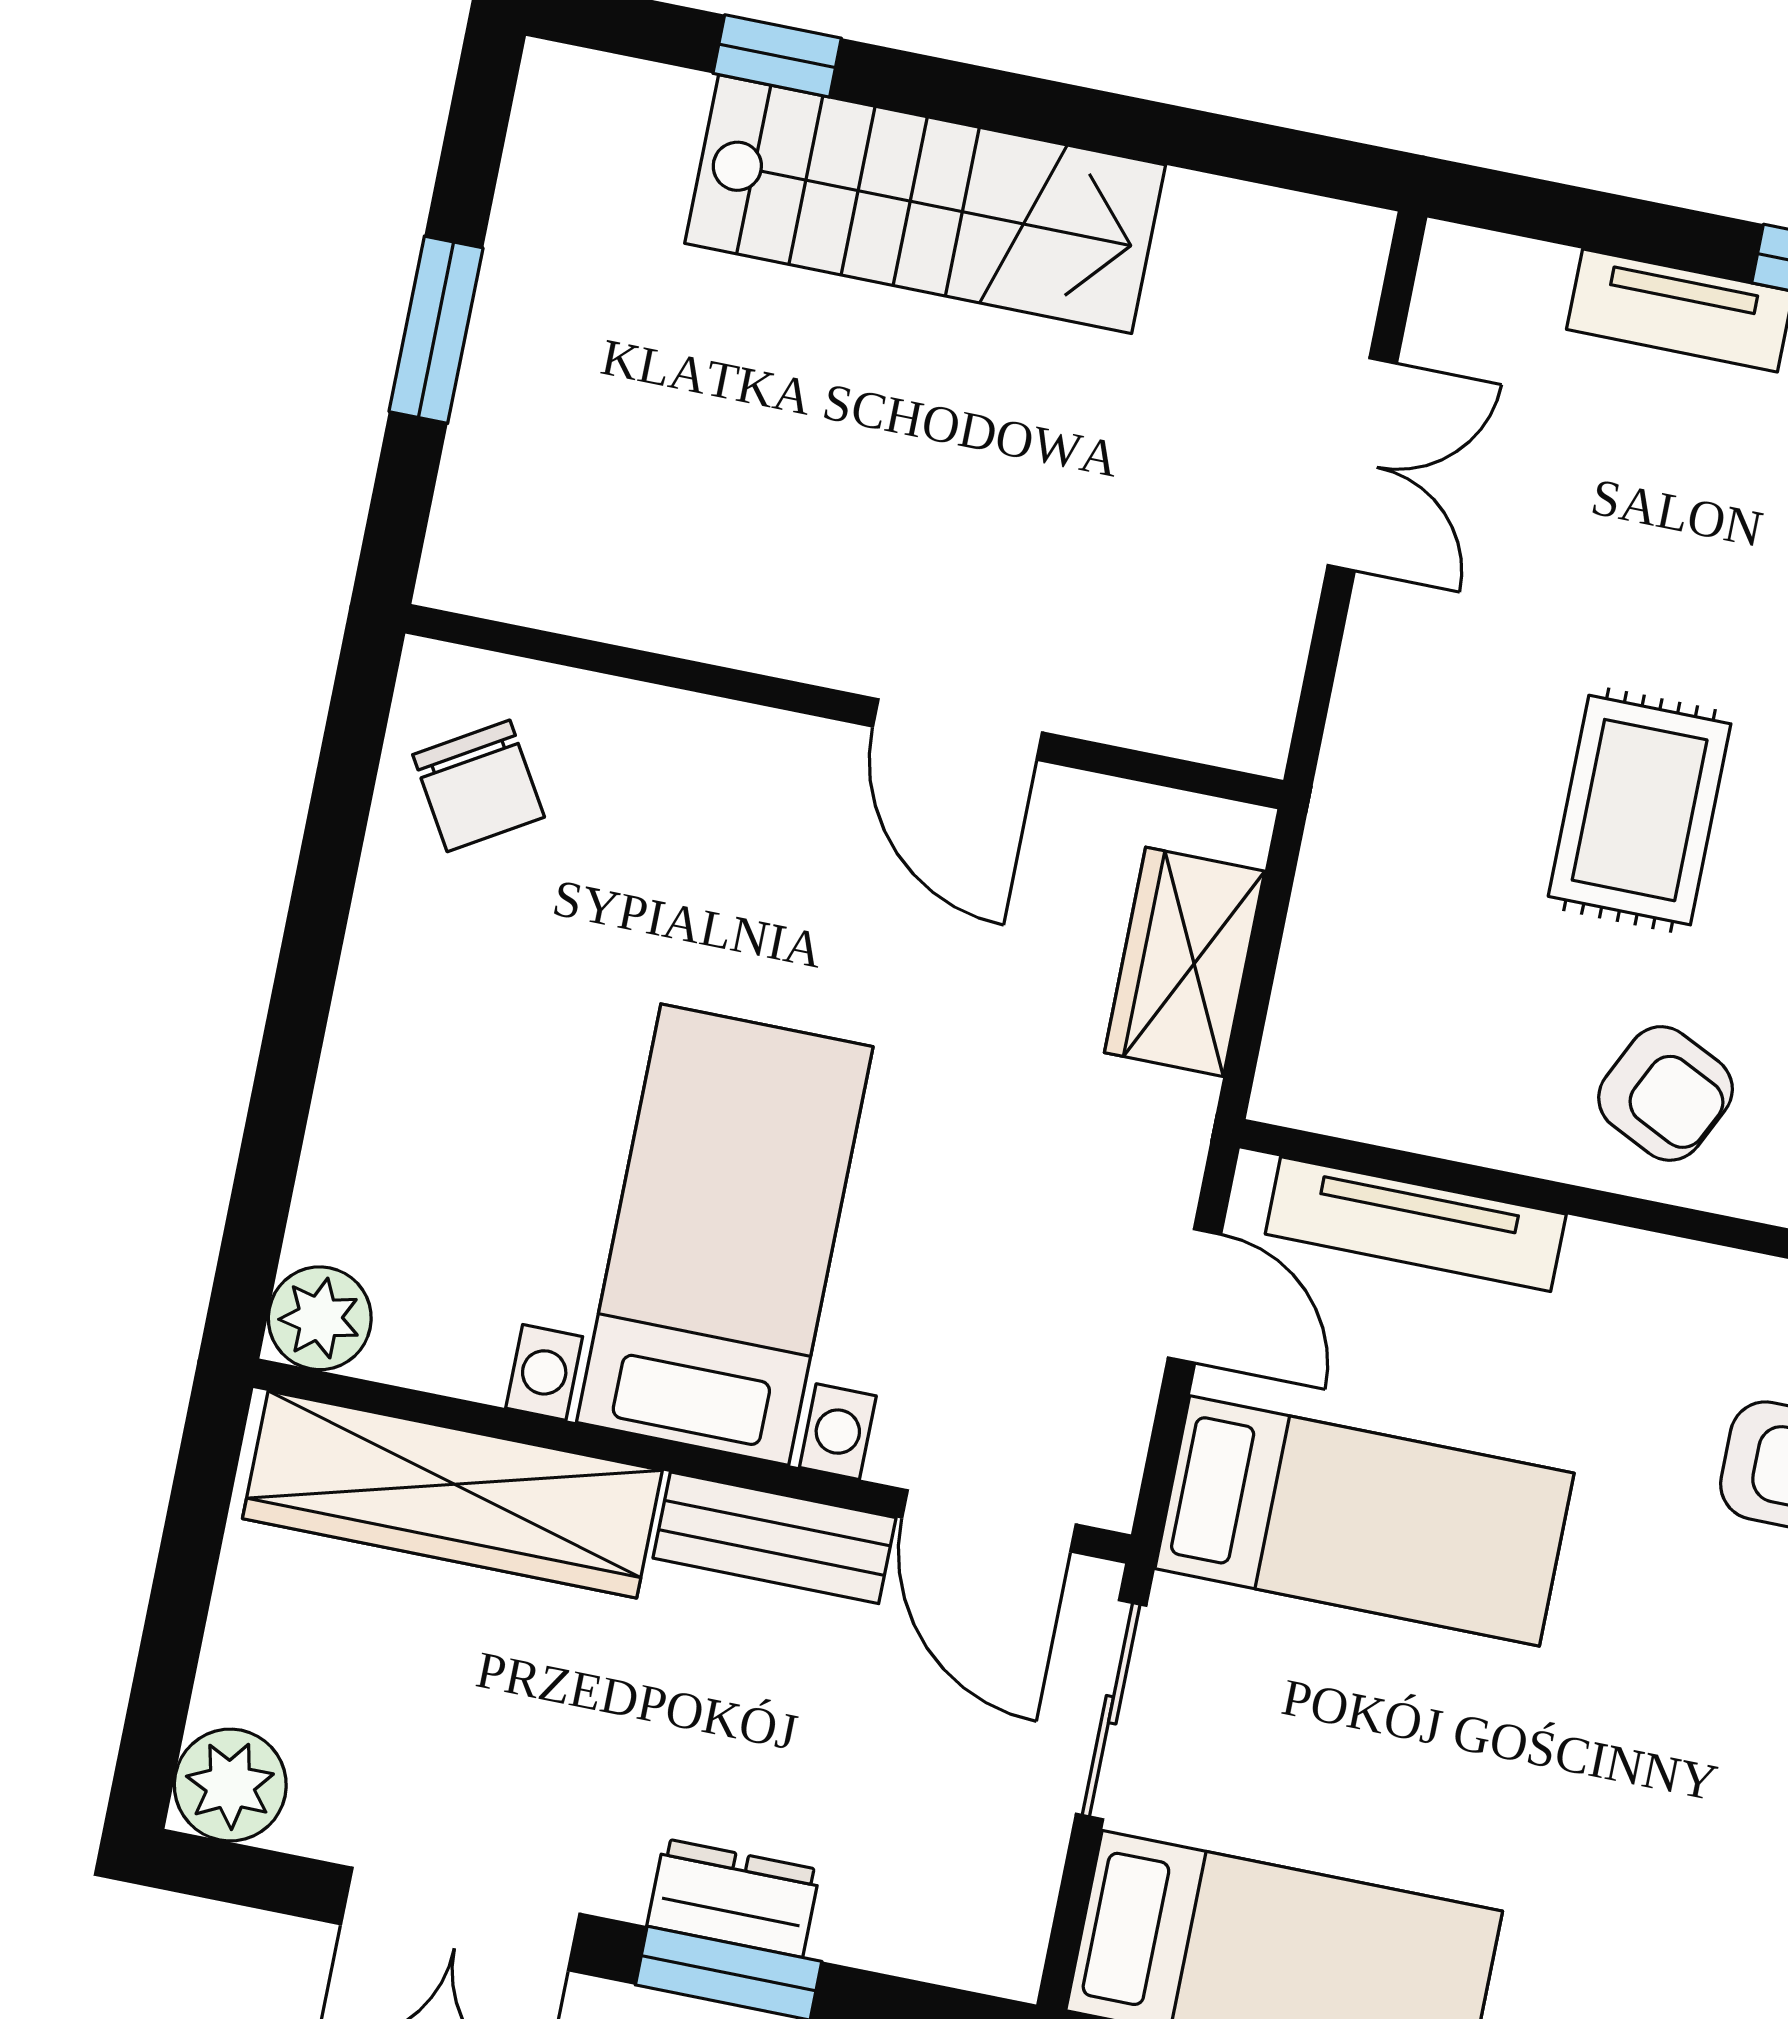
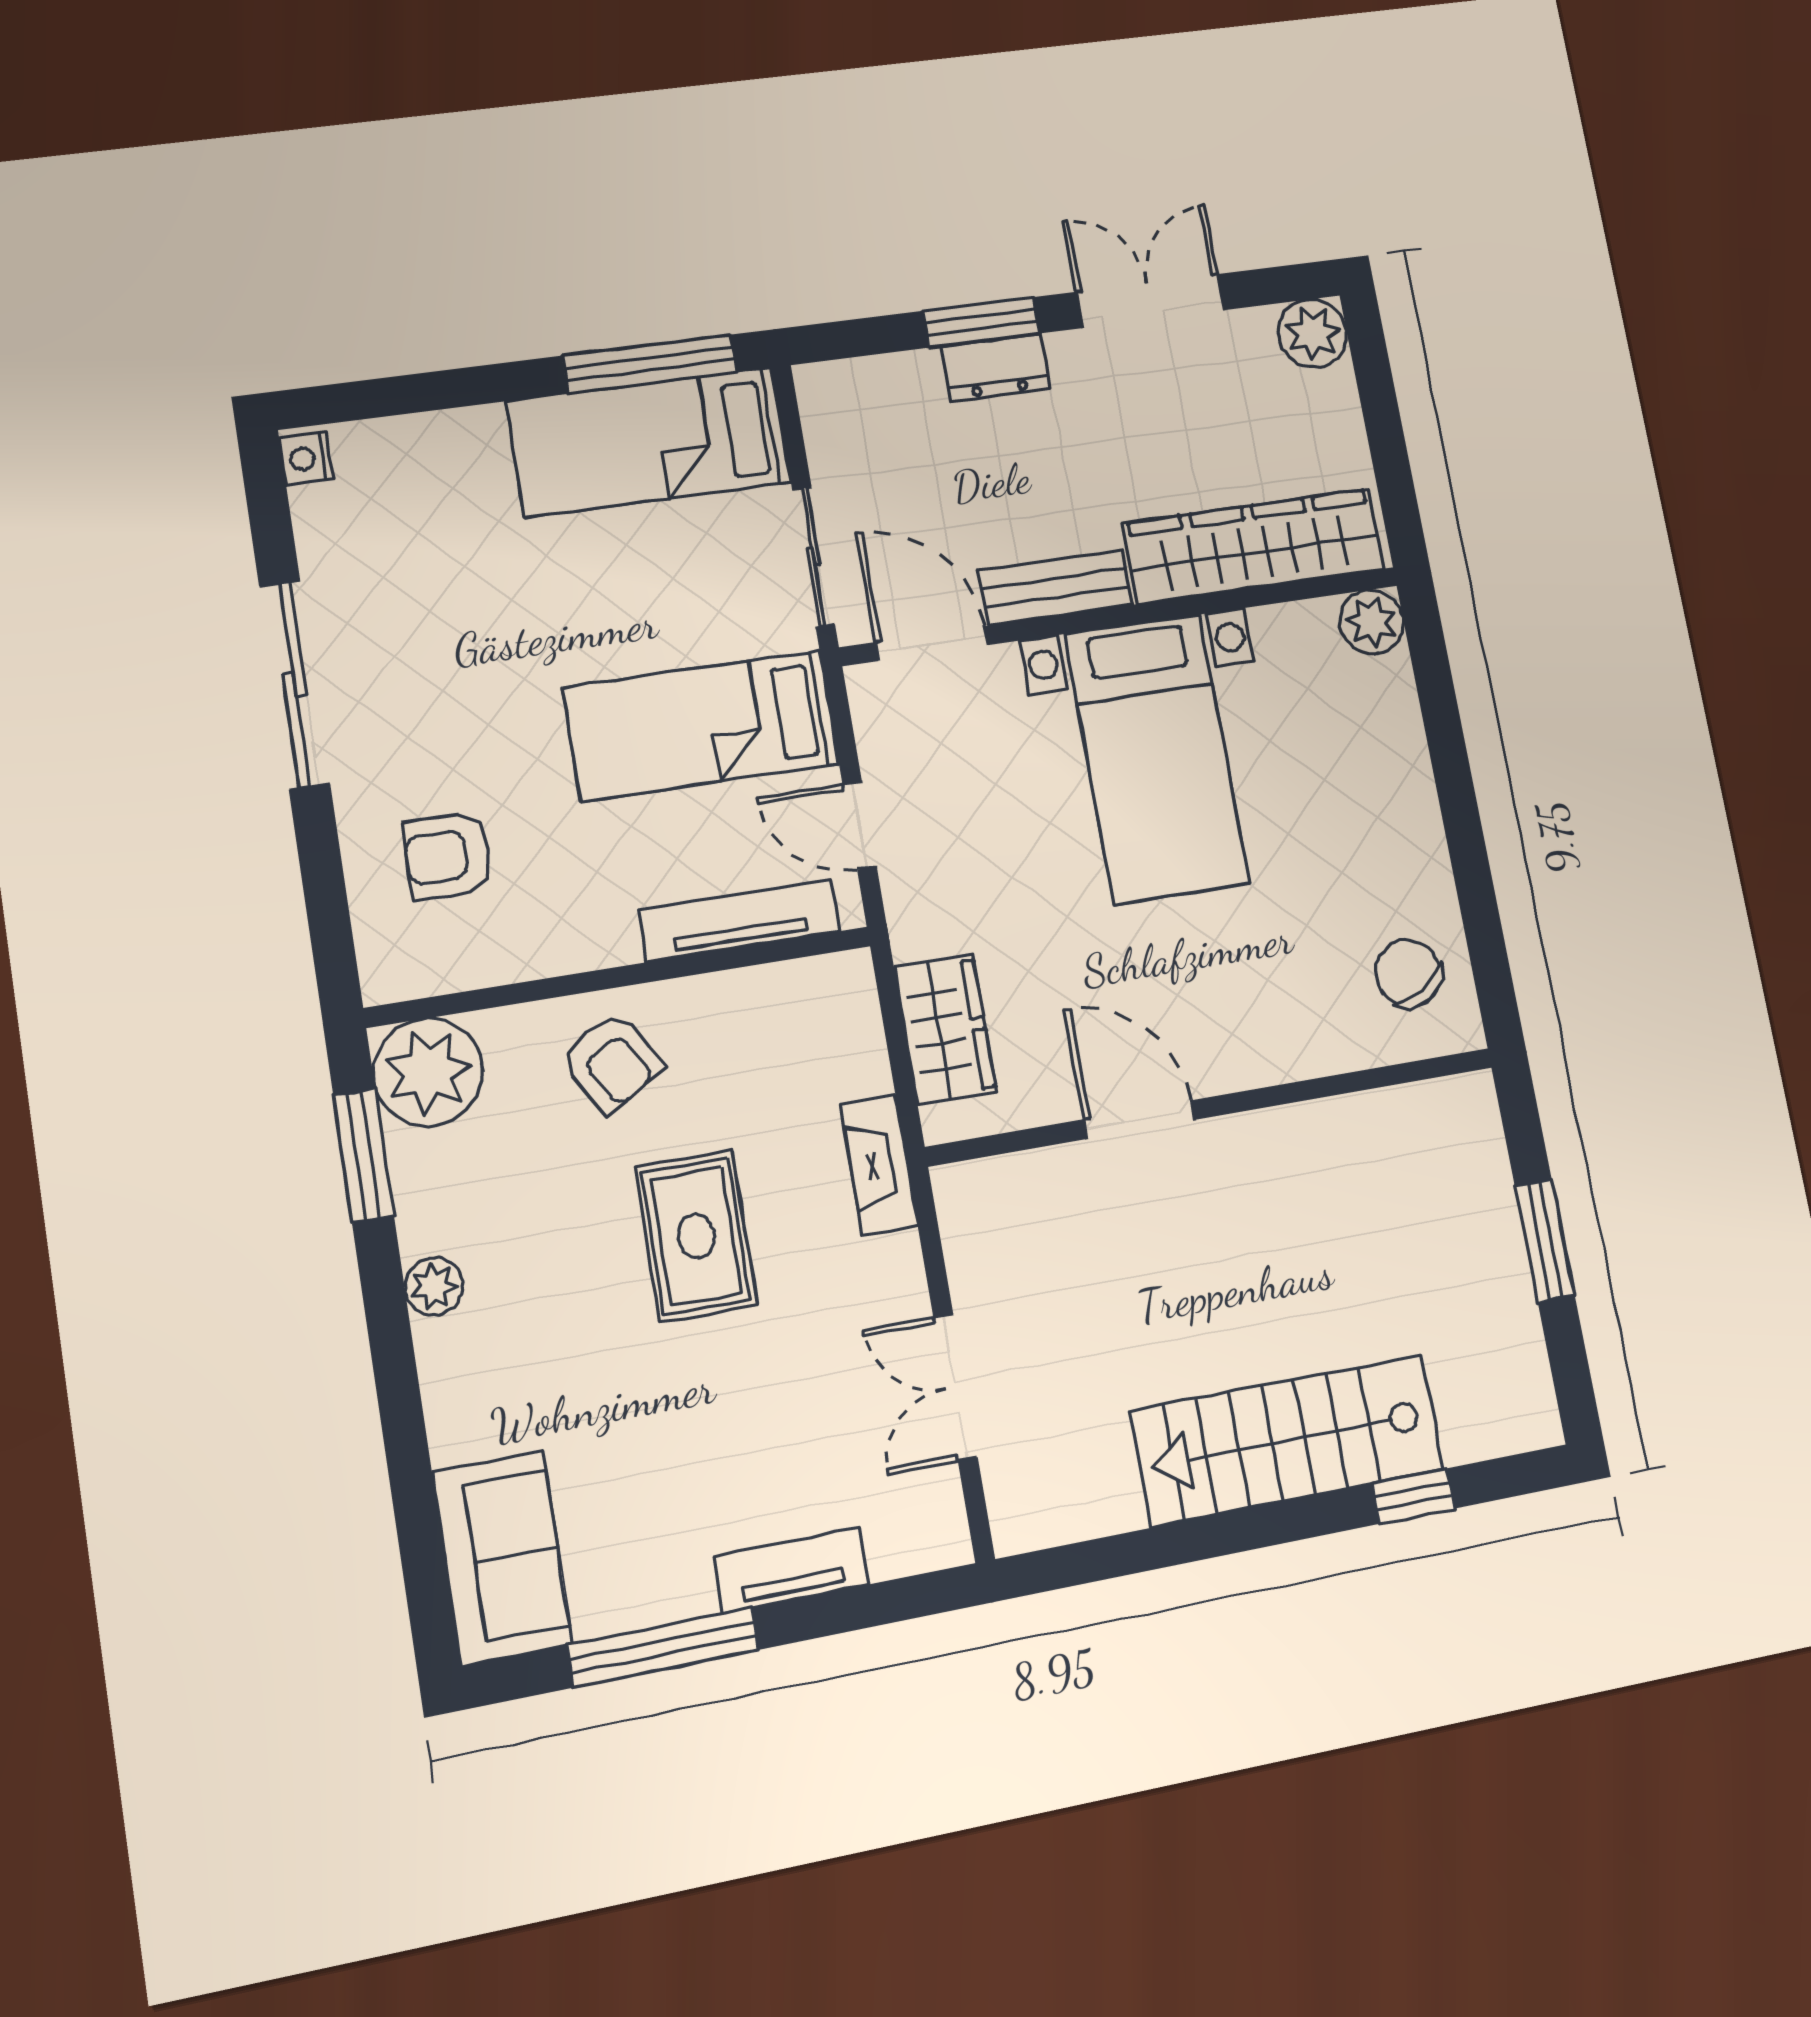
fireplace: (1351, 809) -> (879, 1165), added
armchair: (1666, 1093) -> (612, 1062), turned -147

